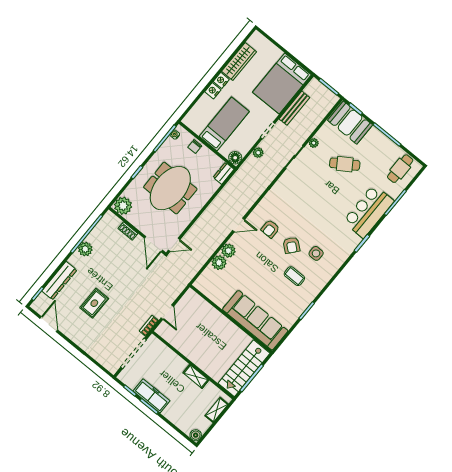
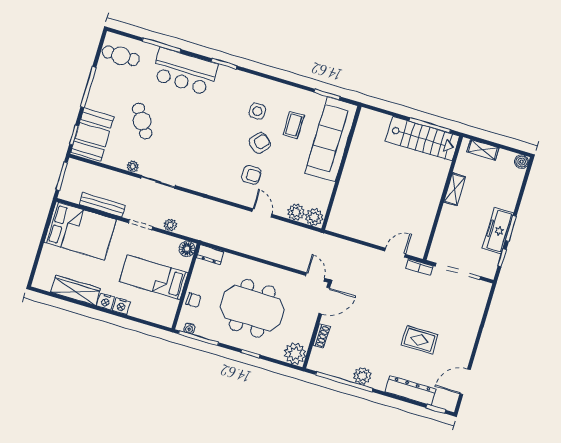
wall: (231, 319) -> (341, 168), moved
sofa: (255, 320) -> (331, 139), moved

